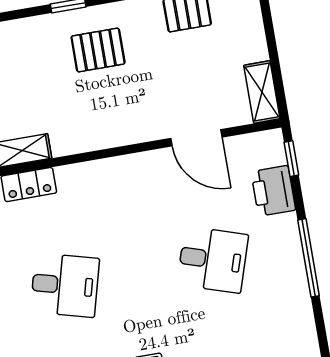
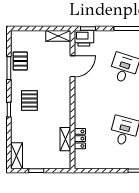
printer: (273, 191) -> (84, 38), moved

